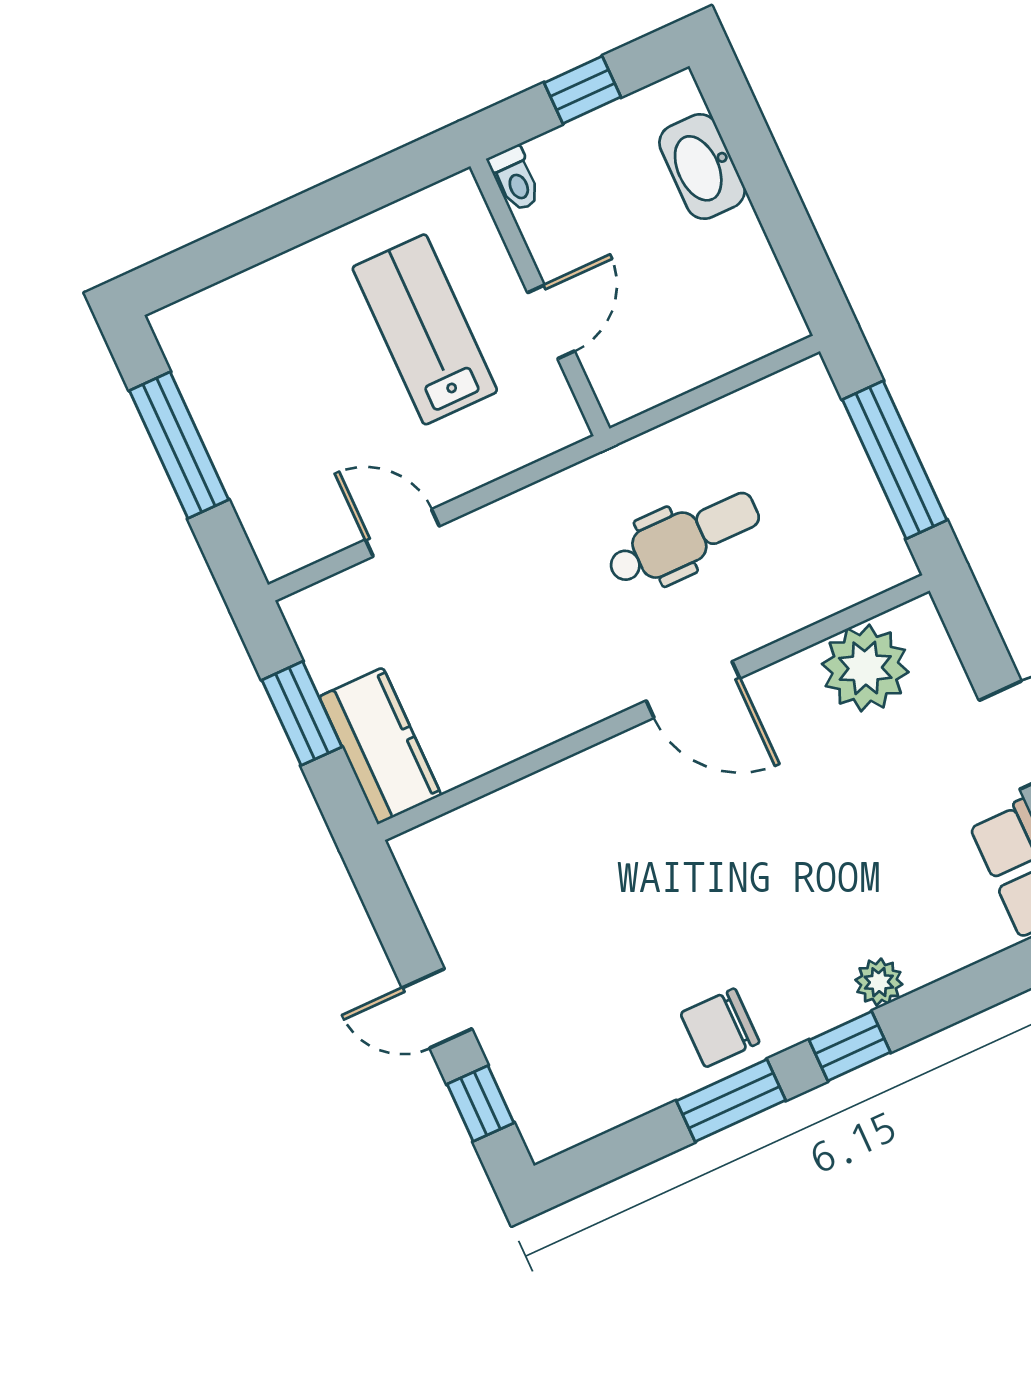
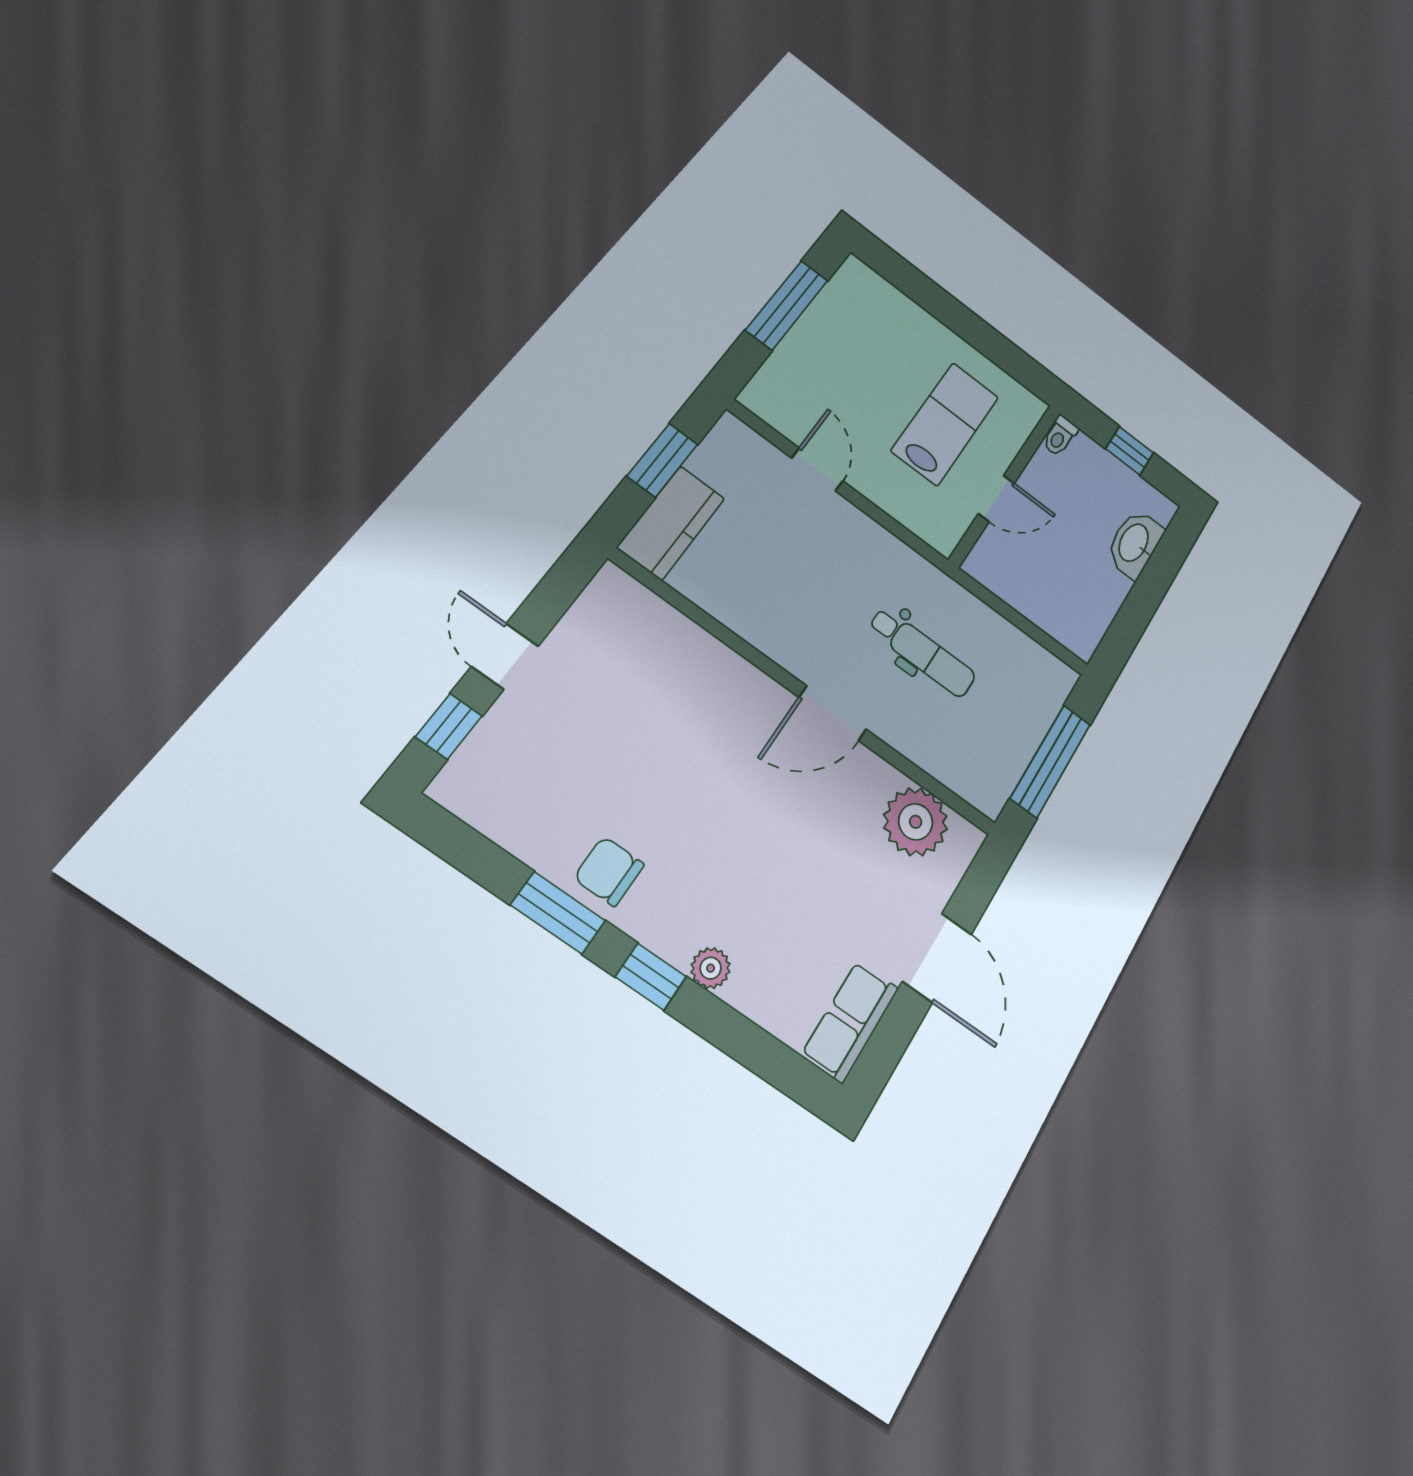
door: (693, 690) -> (833, 713), hinge flipped

